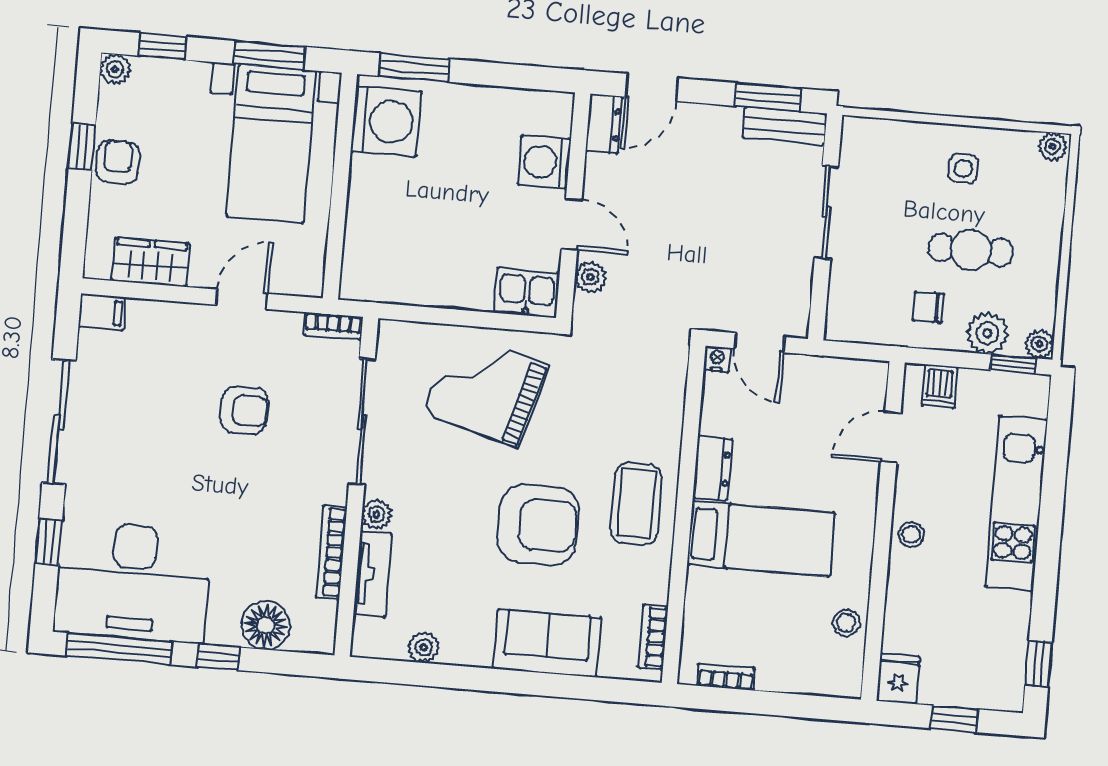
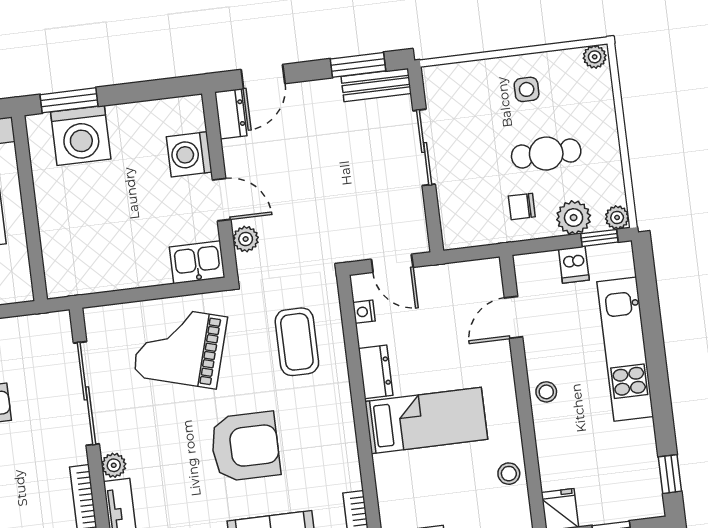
washing machine: (386, 121) -> (81, 136), moved, turned 90
bookcase: (333, 326) -> (47, 321), removed
nightstand: (717, 359) -> (364, 312), moved, turned -90
dishwasher: (940, 386) -> (574, 265), moved
coffee table: (636, 504) -> (297, 342), moved

